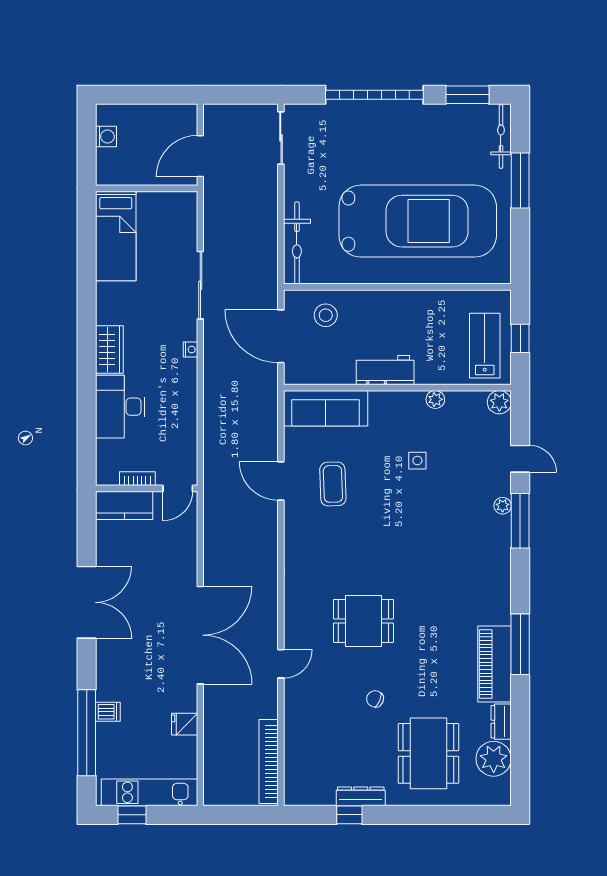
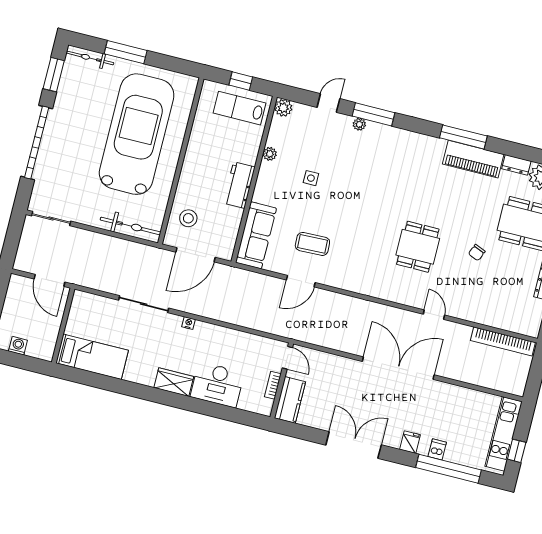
fridge: (185, 724) -> (410, 442), moved, turned 180

